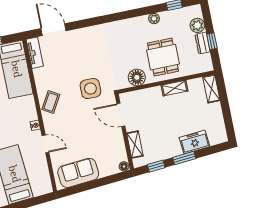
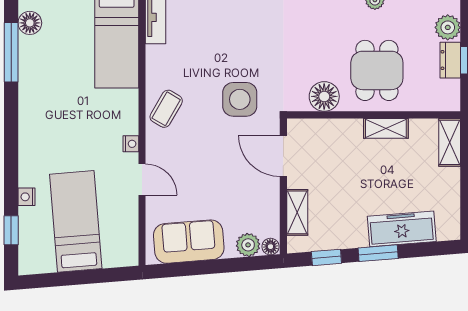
freezer: (195, 142) -> (402, 229), width x1.40
plant: (111, 168) -> (248, 245), added

